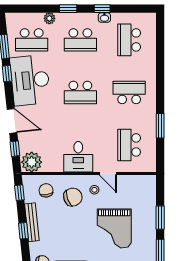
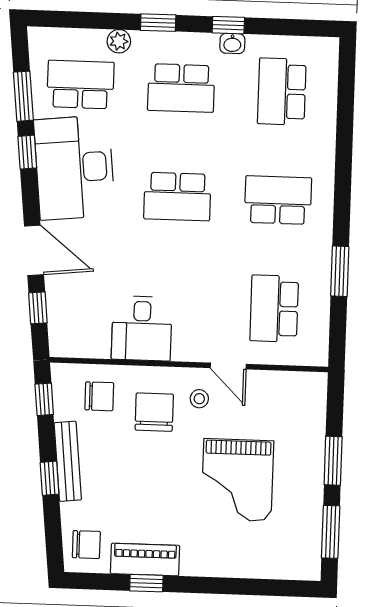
school desk: (32, 40) -> (80, 84), turned 180
desk: (78, 157) -> (142, 328), moved
plant: (32, 162) -> (72, 337), removed
chair: (46, 190) -> (99, 396), turned 98
chair: (73, 197) -> (154, 412), turned -70

